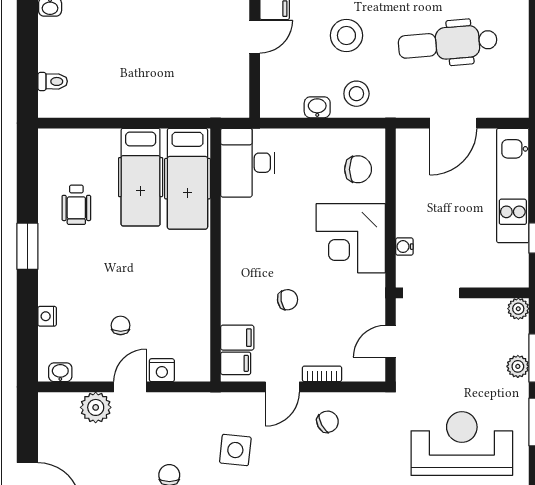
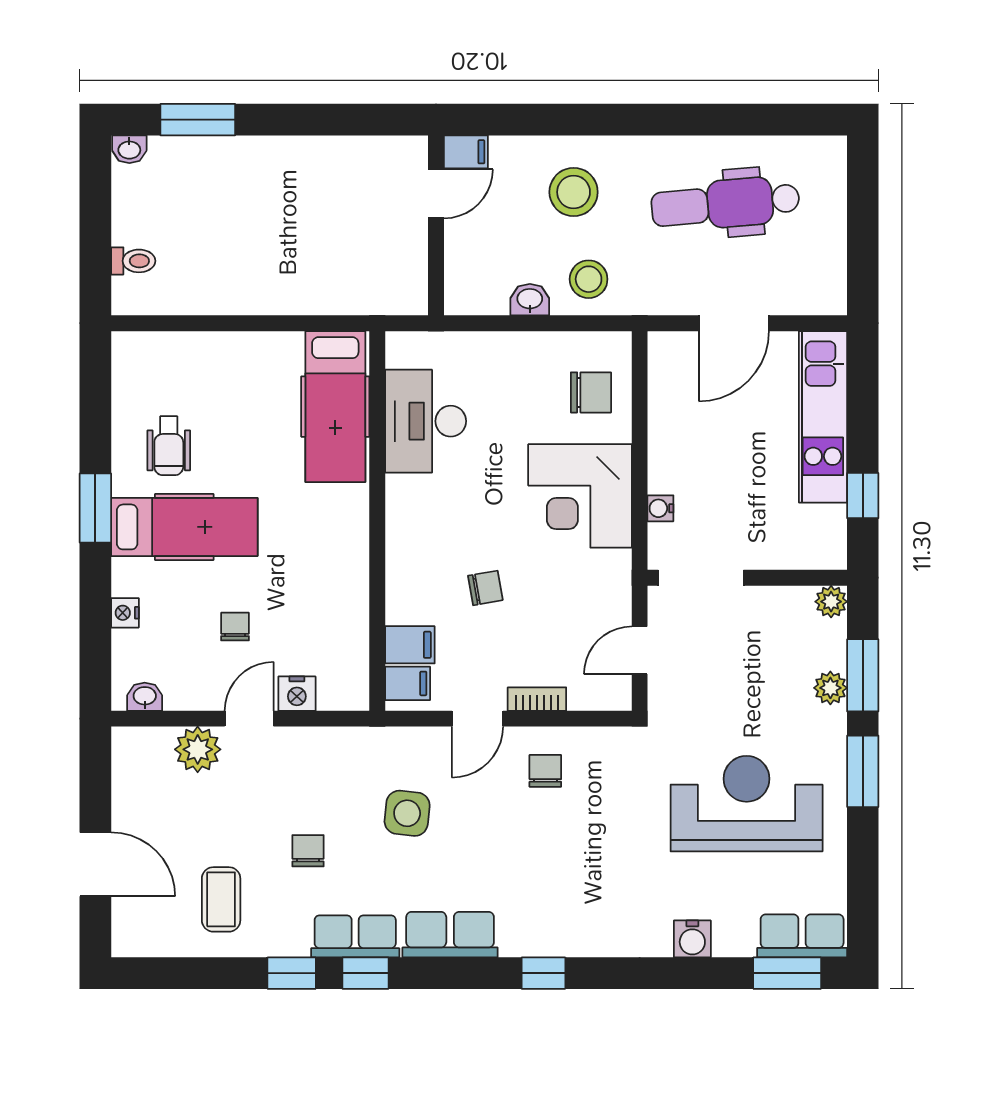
desk: (248, 163) -> (426, 421), moved
hospital bed: (141, 177) -> (184, 527), moved, turned -90
chair: (328, 422) -> (545, 771), turned -62

